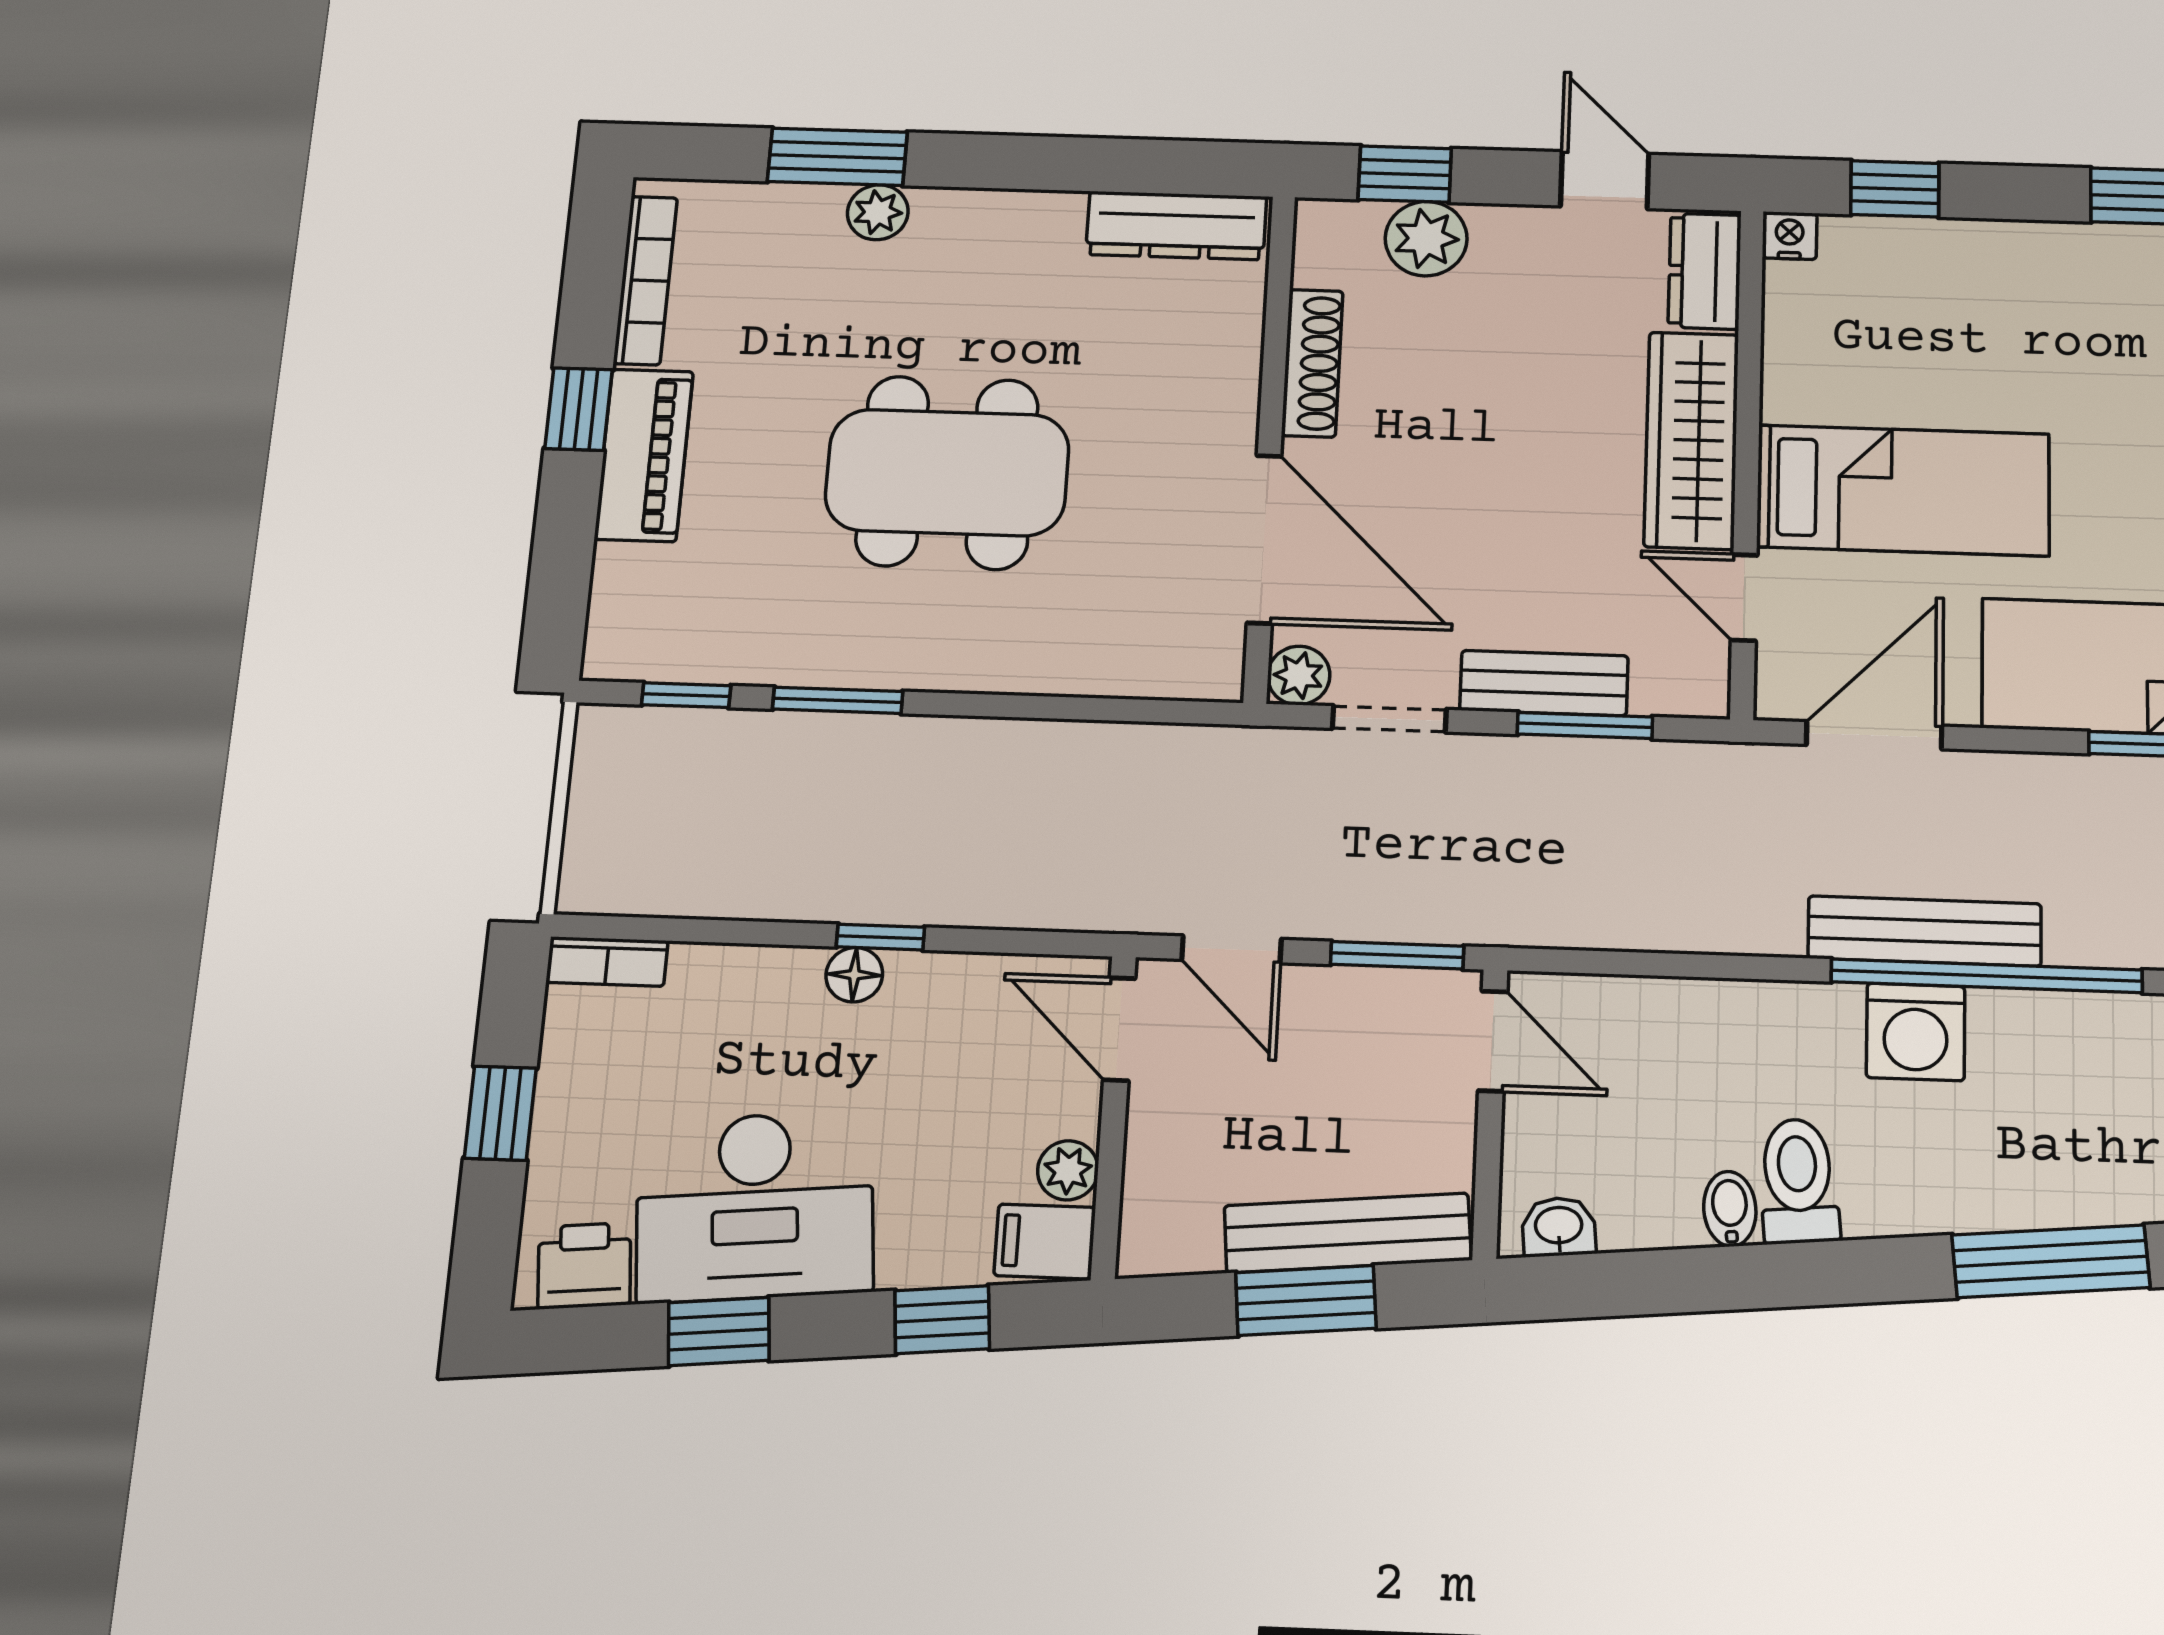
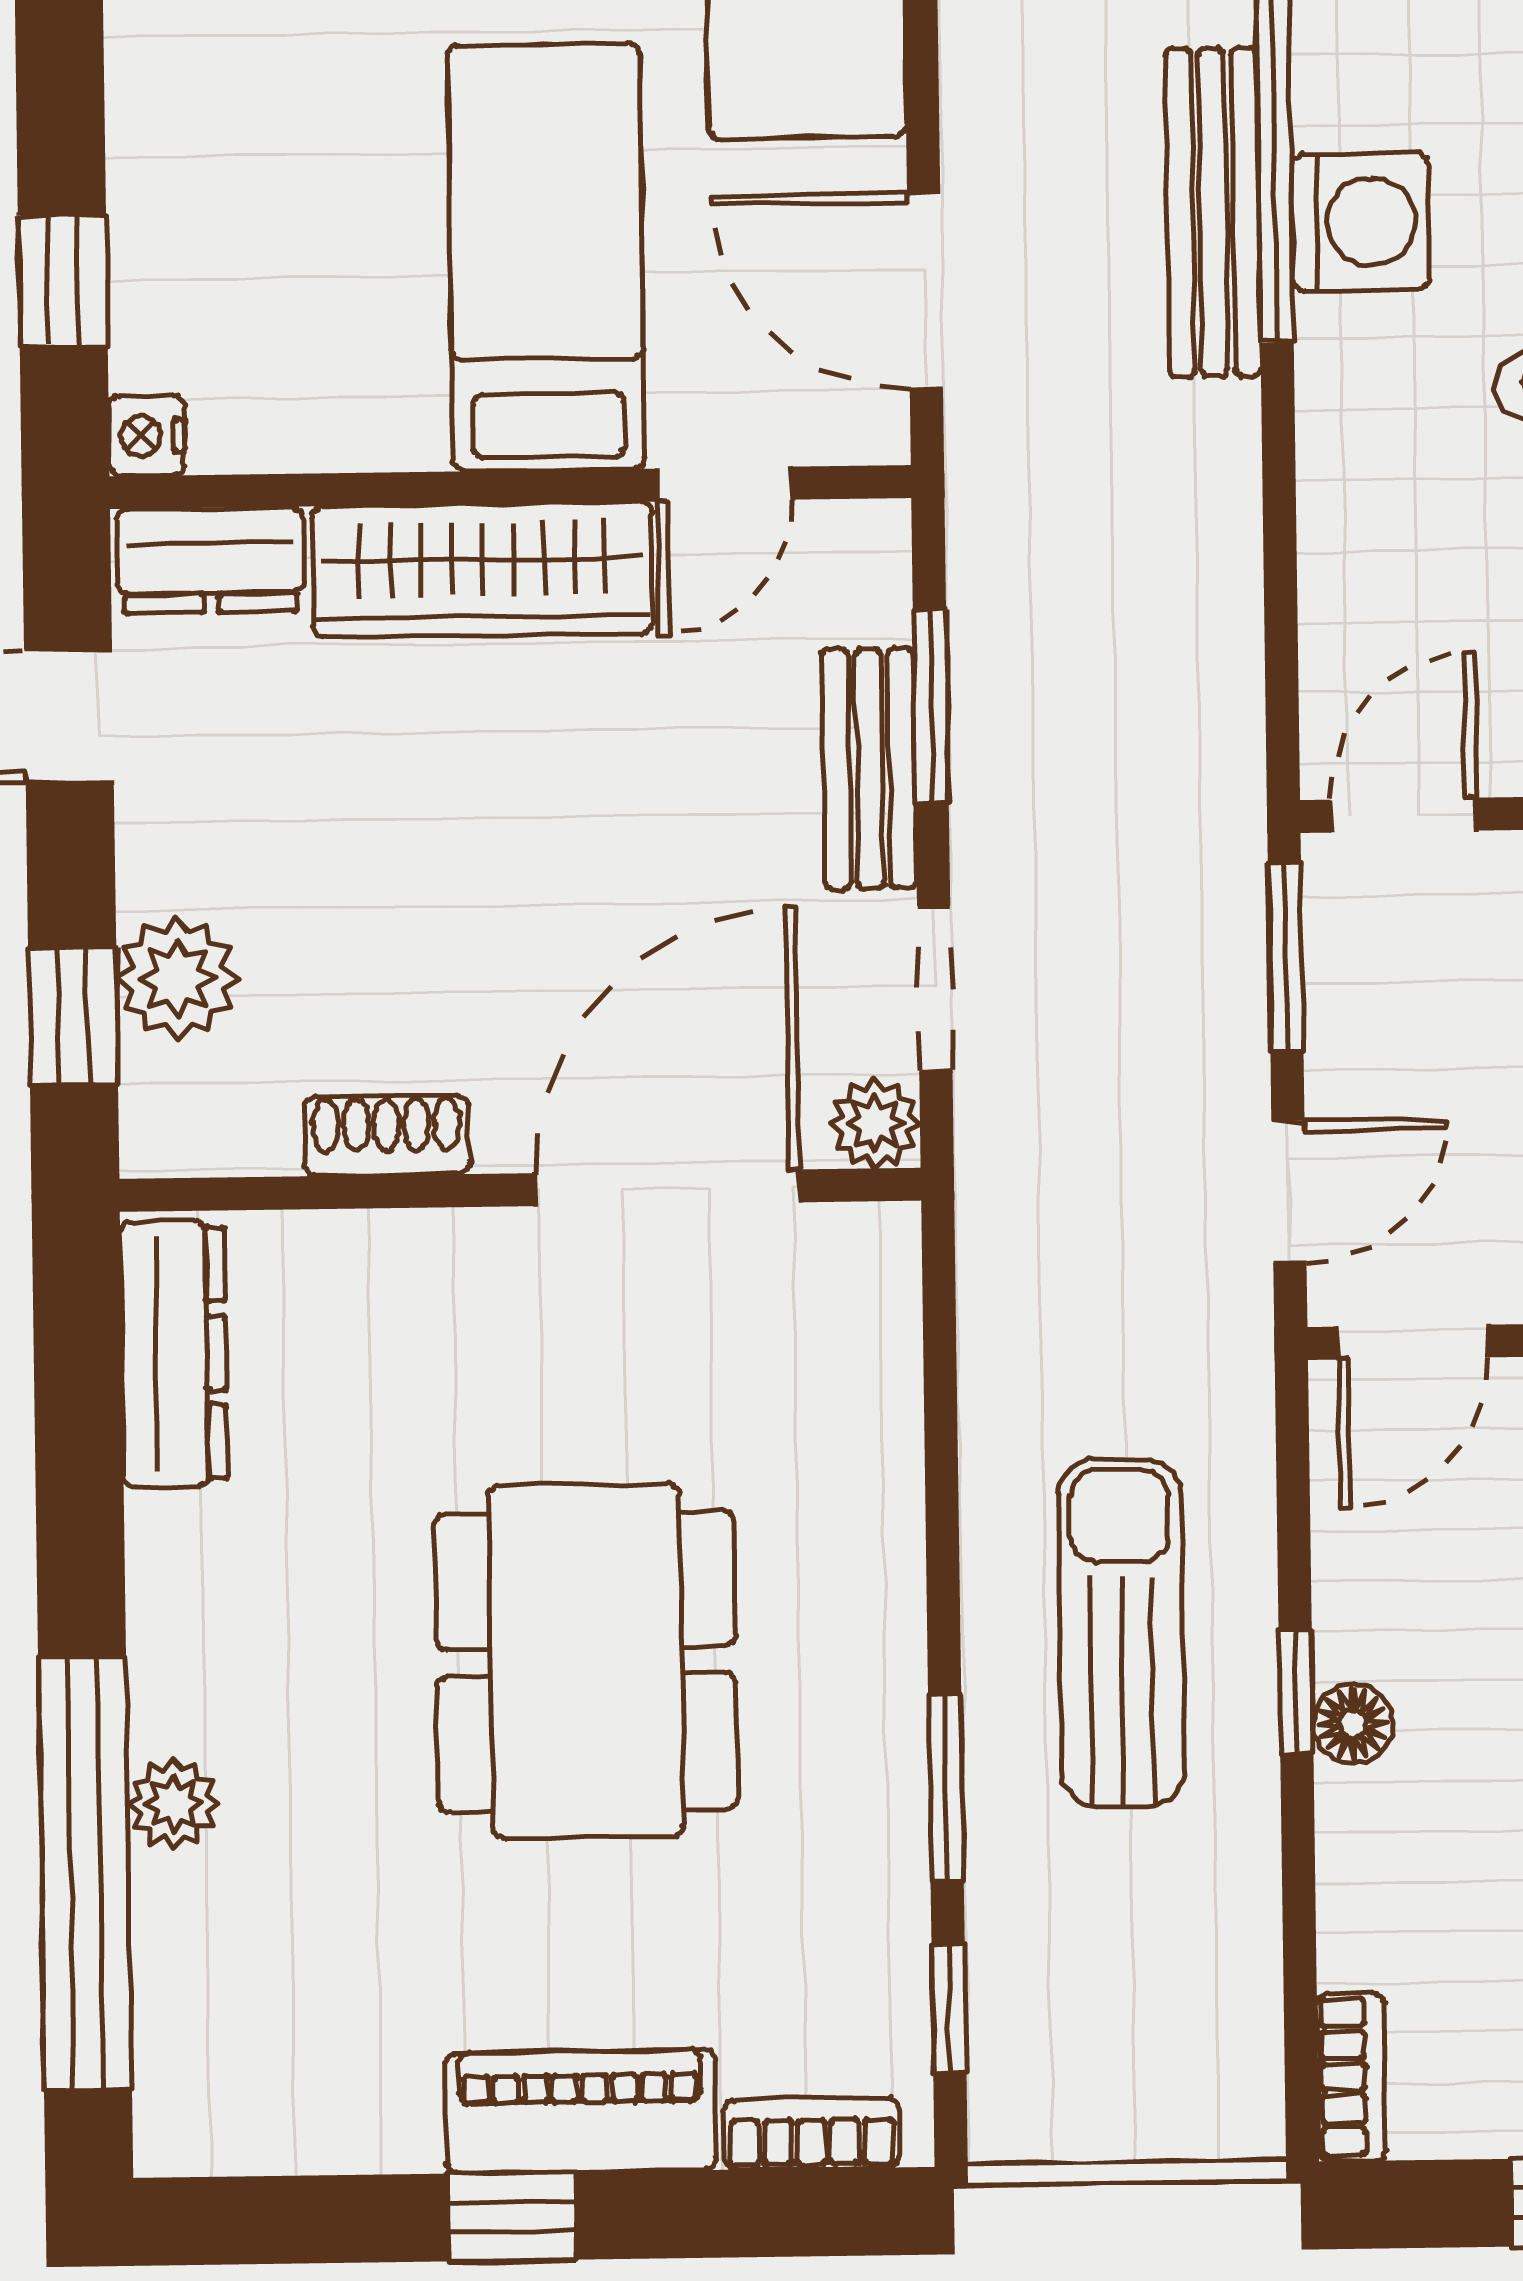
window: (837, 157) -> (85, 1873), width x2.11
bookcase: (645, 280) -> (811, 2134), moved, width x0.64
shoe rack: (1312, 363) -> (387, 1135), width x0.70
sun lounger: (933, 821) -> (1121, 1633), added

